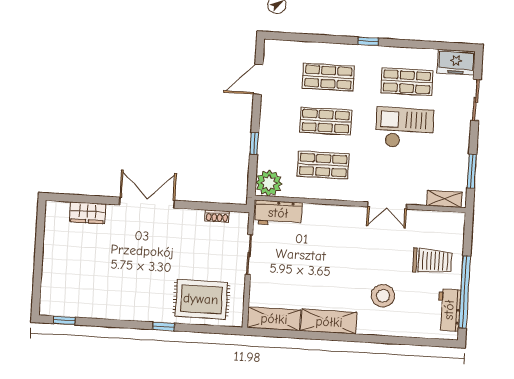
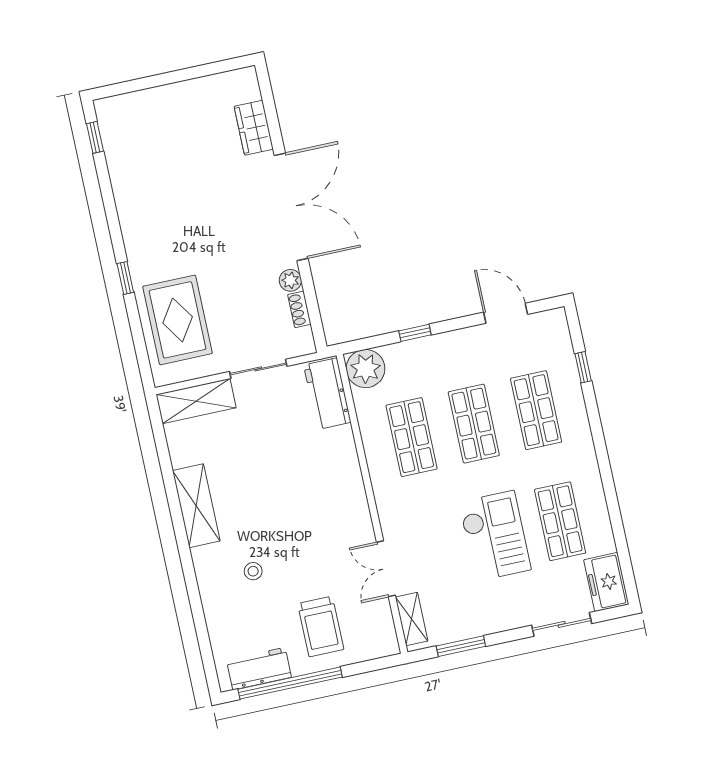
window: (368, 41) -> (583, 367), moved
double door: (147, 203) -> (291, 207), width x1.36
double door: (387, 206) -> (386, 569), moved
plant: (196, 217) -> (290, 280), added
stool: (383, 296) -> (253, 571), width x0.53, depth x0.53
shelving: (274, 319) -> (196, 401), moved, turned 90

